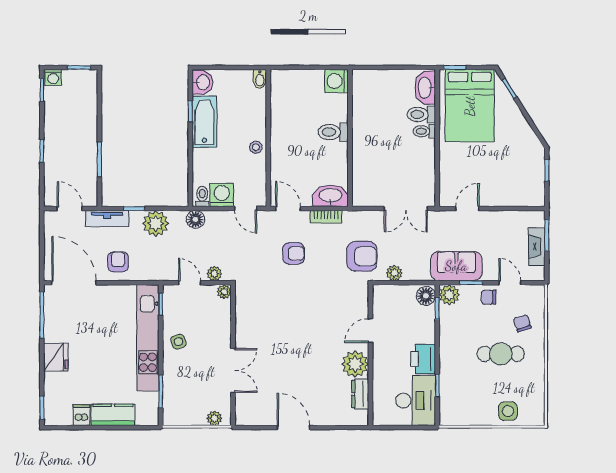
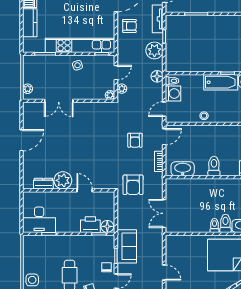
washbasin: (330, 196) -> (183, 169), moved, turned -90
door: (467, 209) -> (164, 273), moved
plant: (394, 273) -> (122, 206), removed
plant: (449, 295) -> (108, 242), removed
printer: (423, 359) -> (90, 225), moved

